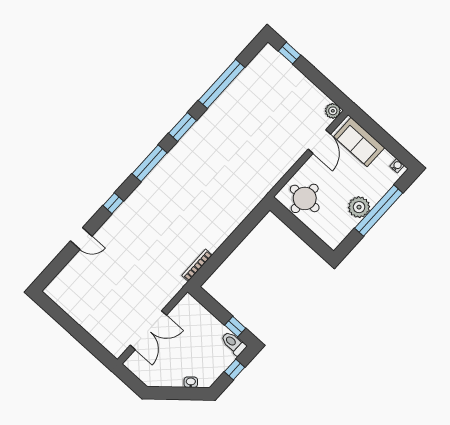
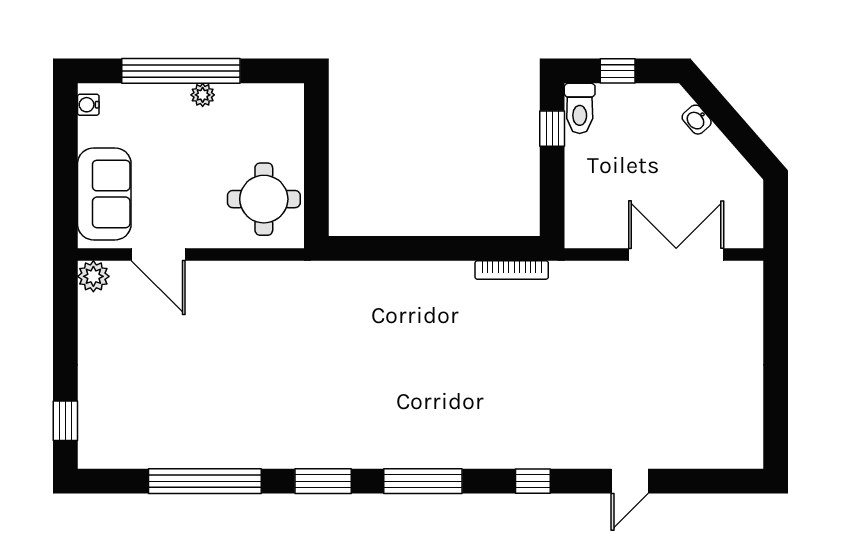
door: (319, 142) -> (158, 255), swing flipped
plant: (359, 207) -> (203, 95), width x0.53, depth x0.53
door: (81, 239) -> (630, 481), swing flipped

